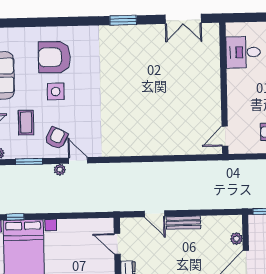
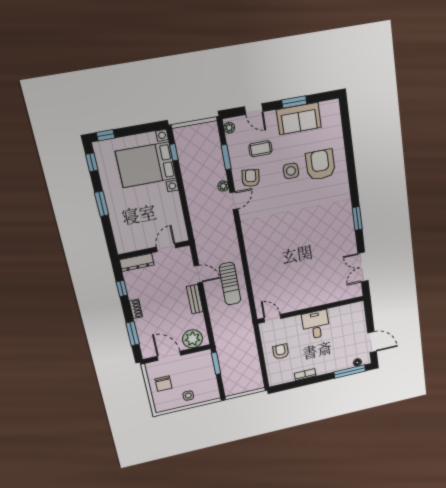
desk: (243, 52) -> (316, 325), moved
armchair: (56, 138) -> (251, 178), turned -110
sun lounger: (173, 180) -> (230, 284), added
door: (155, 214) -> (198, 274), swing flipped
plant: (236, 239) -> (192, 339), width x1.88, depth x1.88

